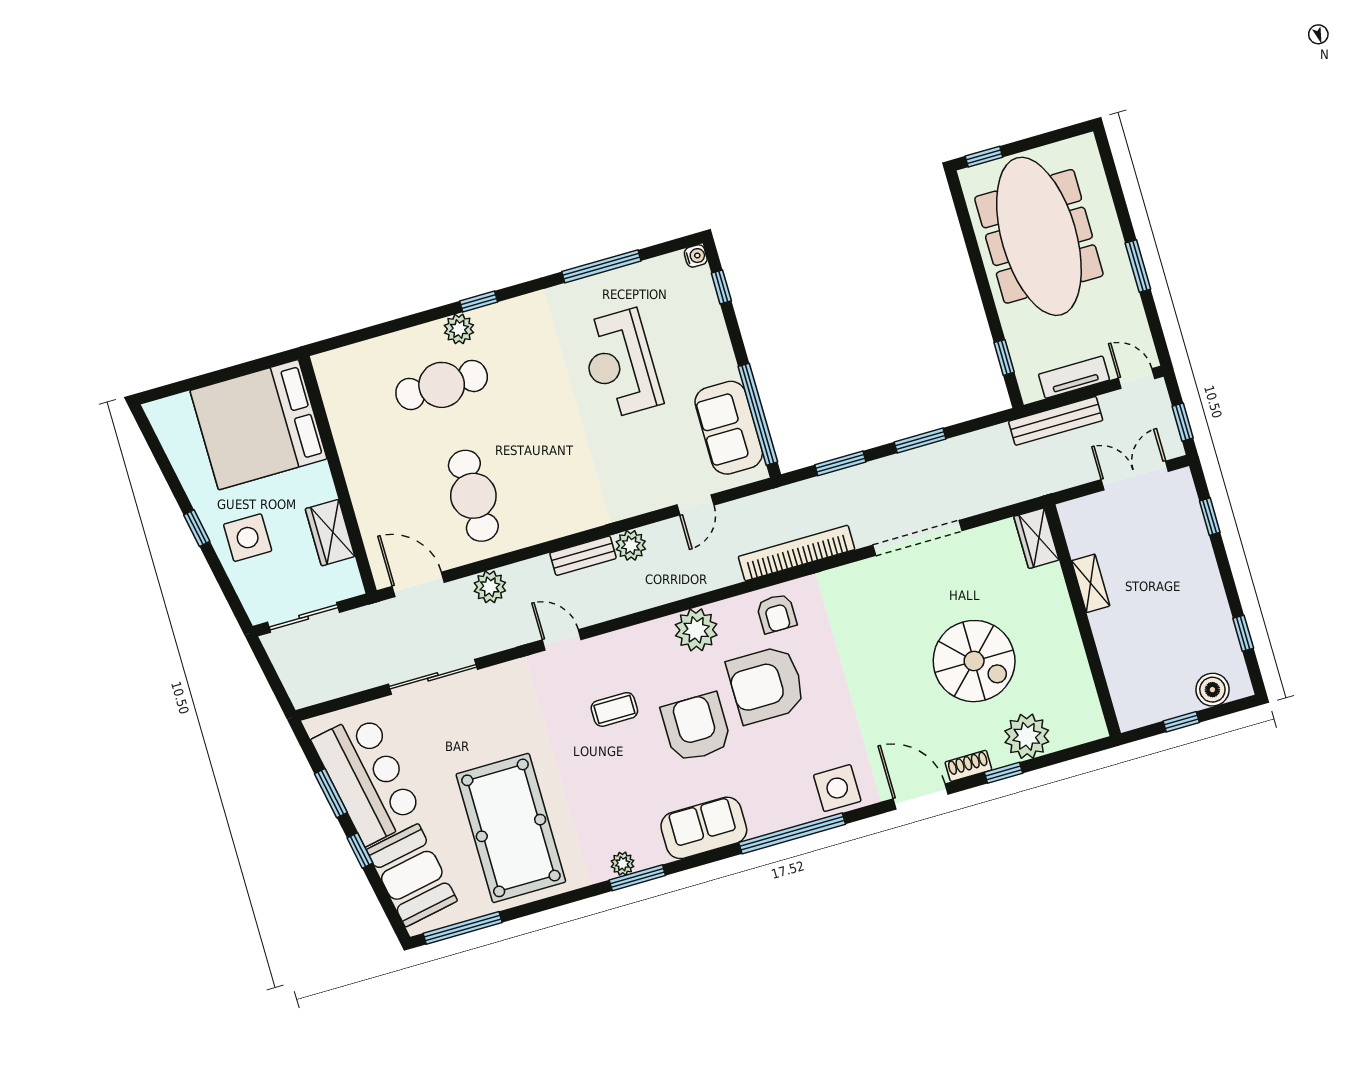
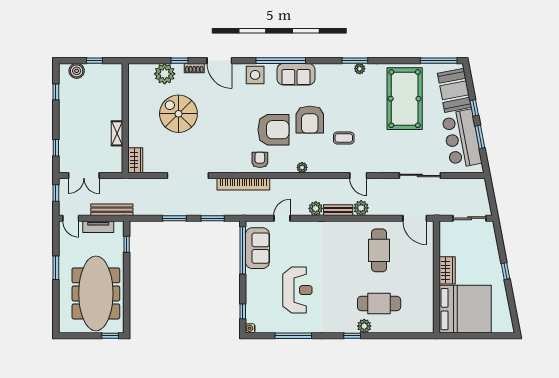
wardrobe: (330, 533) -> (447, 270), moved
side table: (248, 538) -> (484, 261), removed
plant: (490, 587) -> (361, 208), moved
plant: (696, 630) -> (302, 167), width x0.53, depth x0.53
sofa: (704, 828) -> (296, 74), moved

